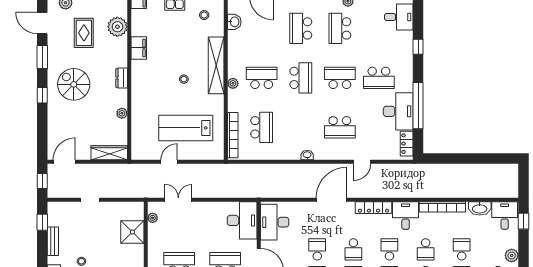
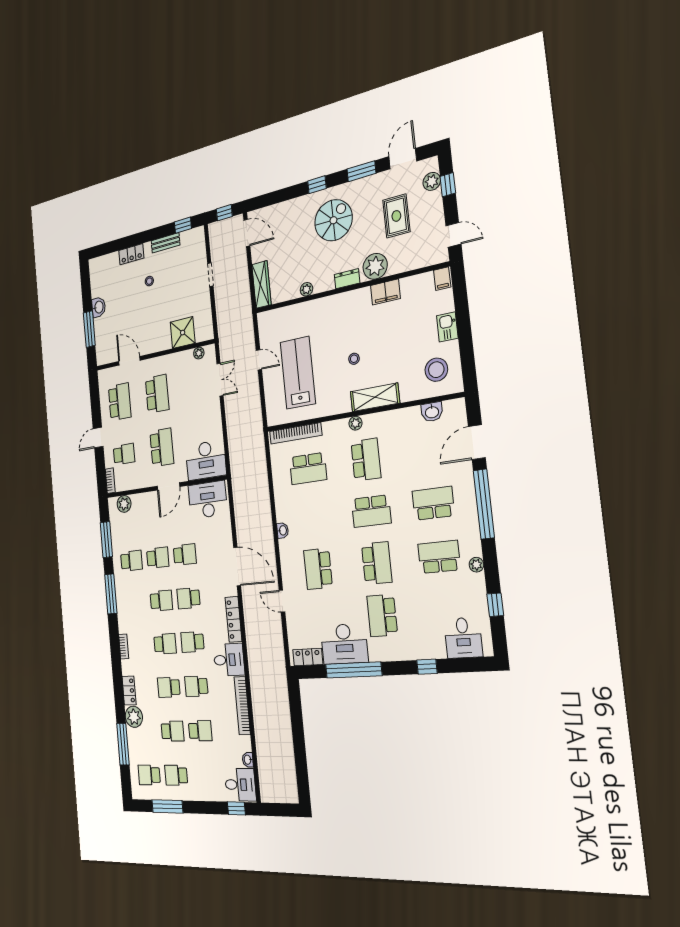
stool: (204, 15) -> (436, 370), width x1.89, depth x1.89
plant: (117, 27) -> (375, 266), moved
rug: (84, 33) -> (396, 216), turned 90
shelving: (216, 65) -> (375, 397), width x0.68
washbasin: (480, 208) -> (248, 760), width x0.52, depth x0.69
school desk: (389, 249) -> (192, 642), turned 180
plant: (512, 255) -> (199, 793), removed

